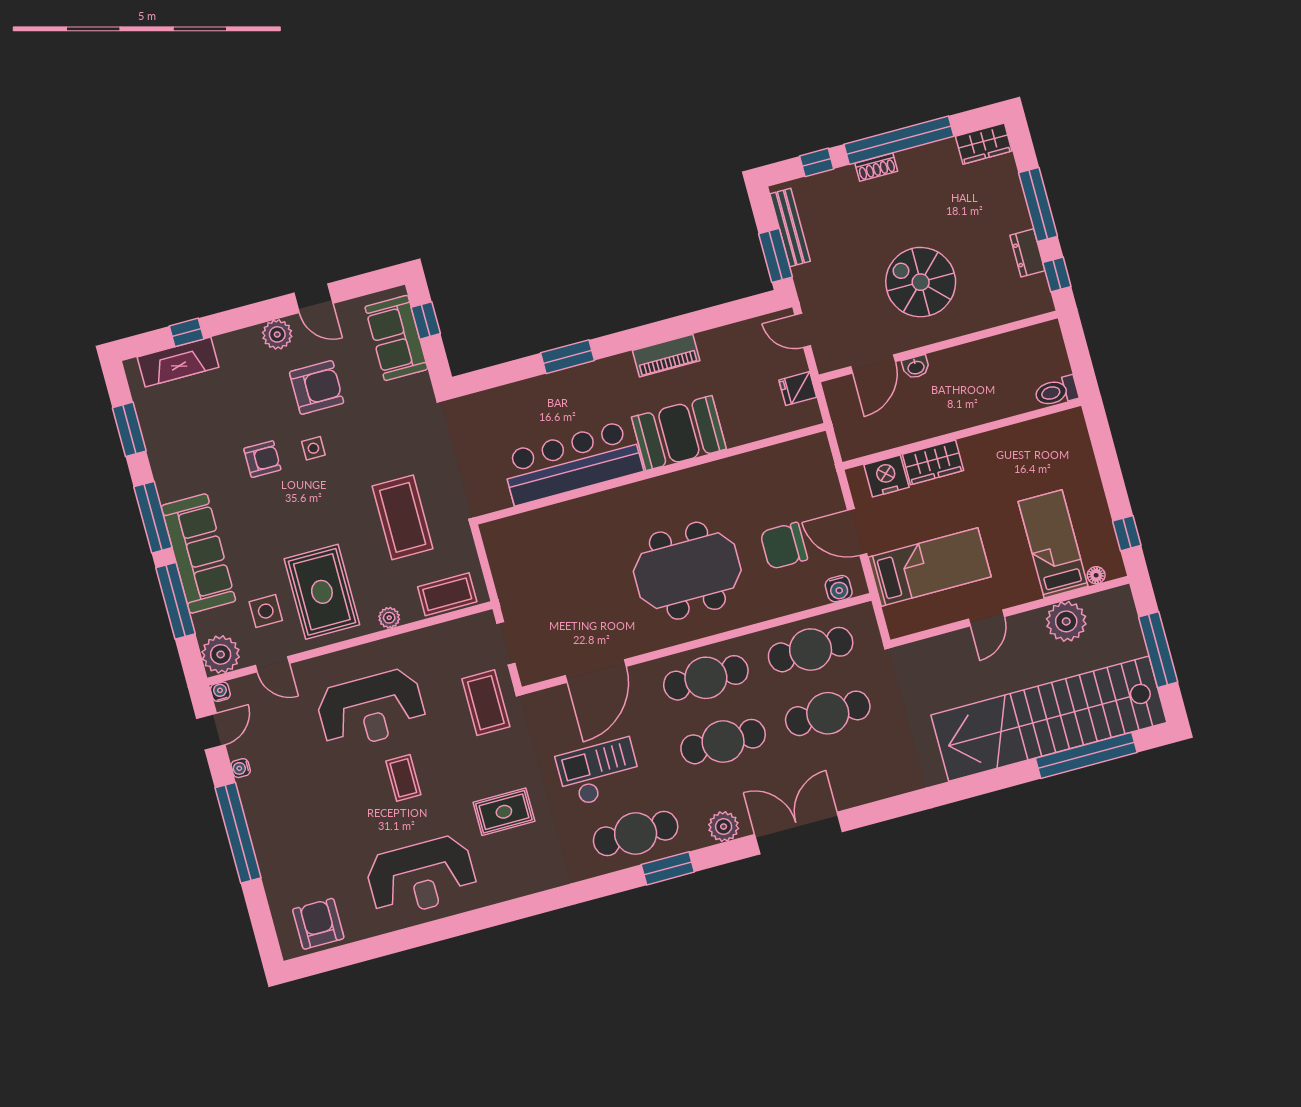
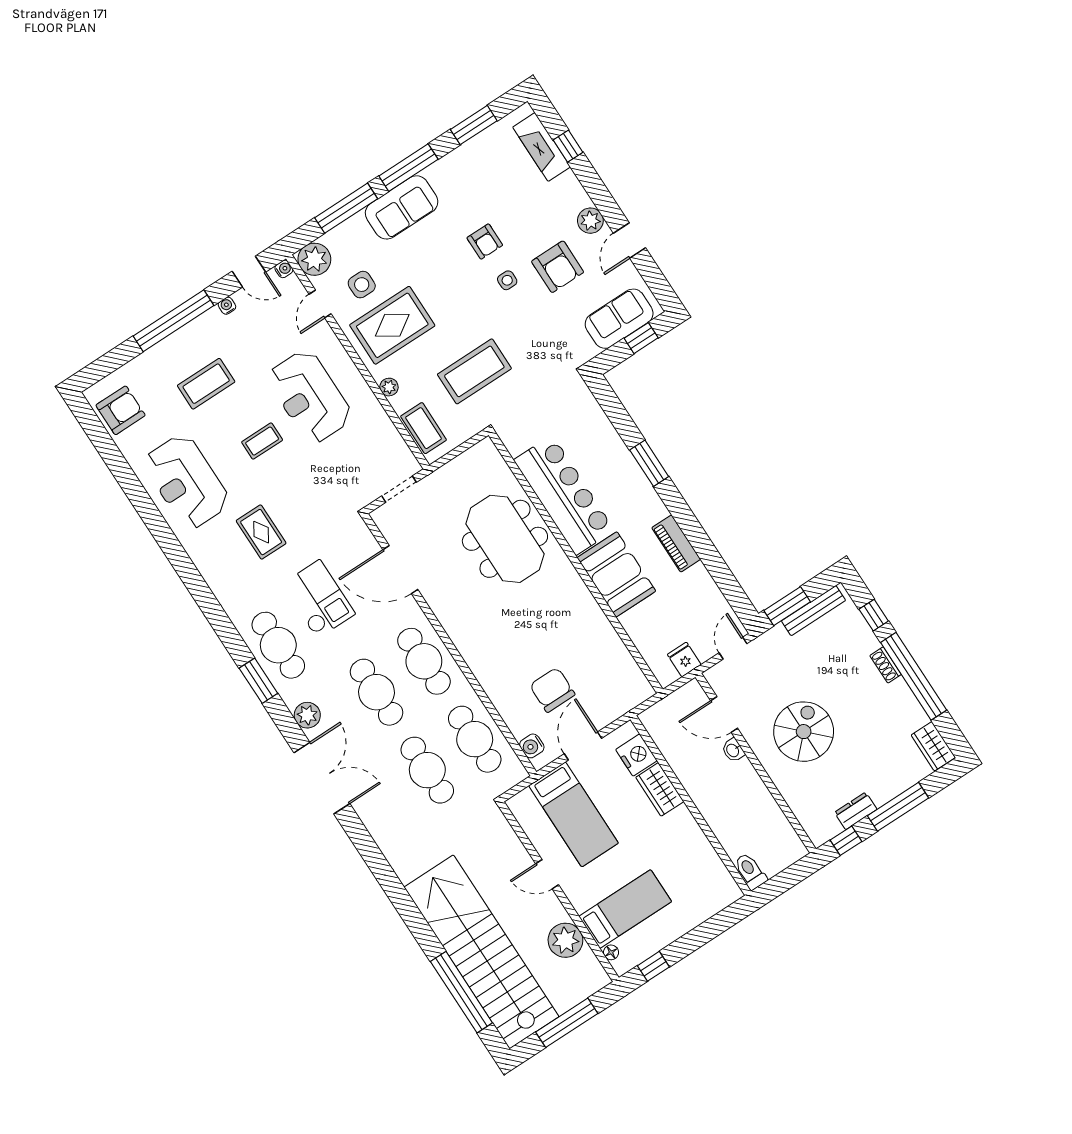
sofa: (198, 553) -> (402, 207), width x0.73
meeting table: (687, 571) -> (505, 539), moved
coffee table: (486, 703) -> (206, 384), moved

